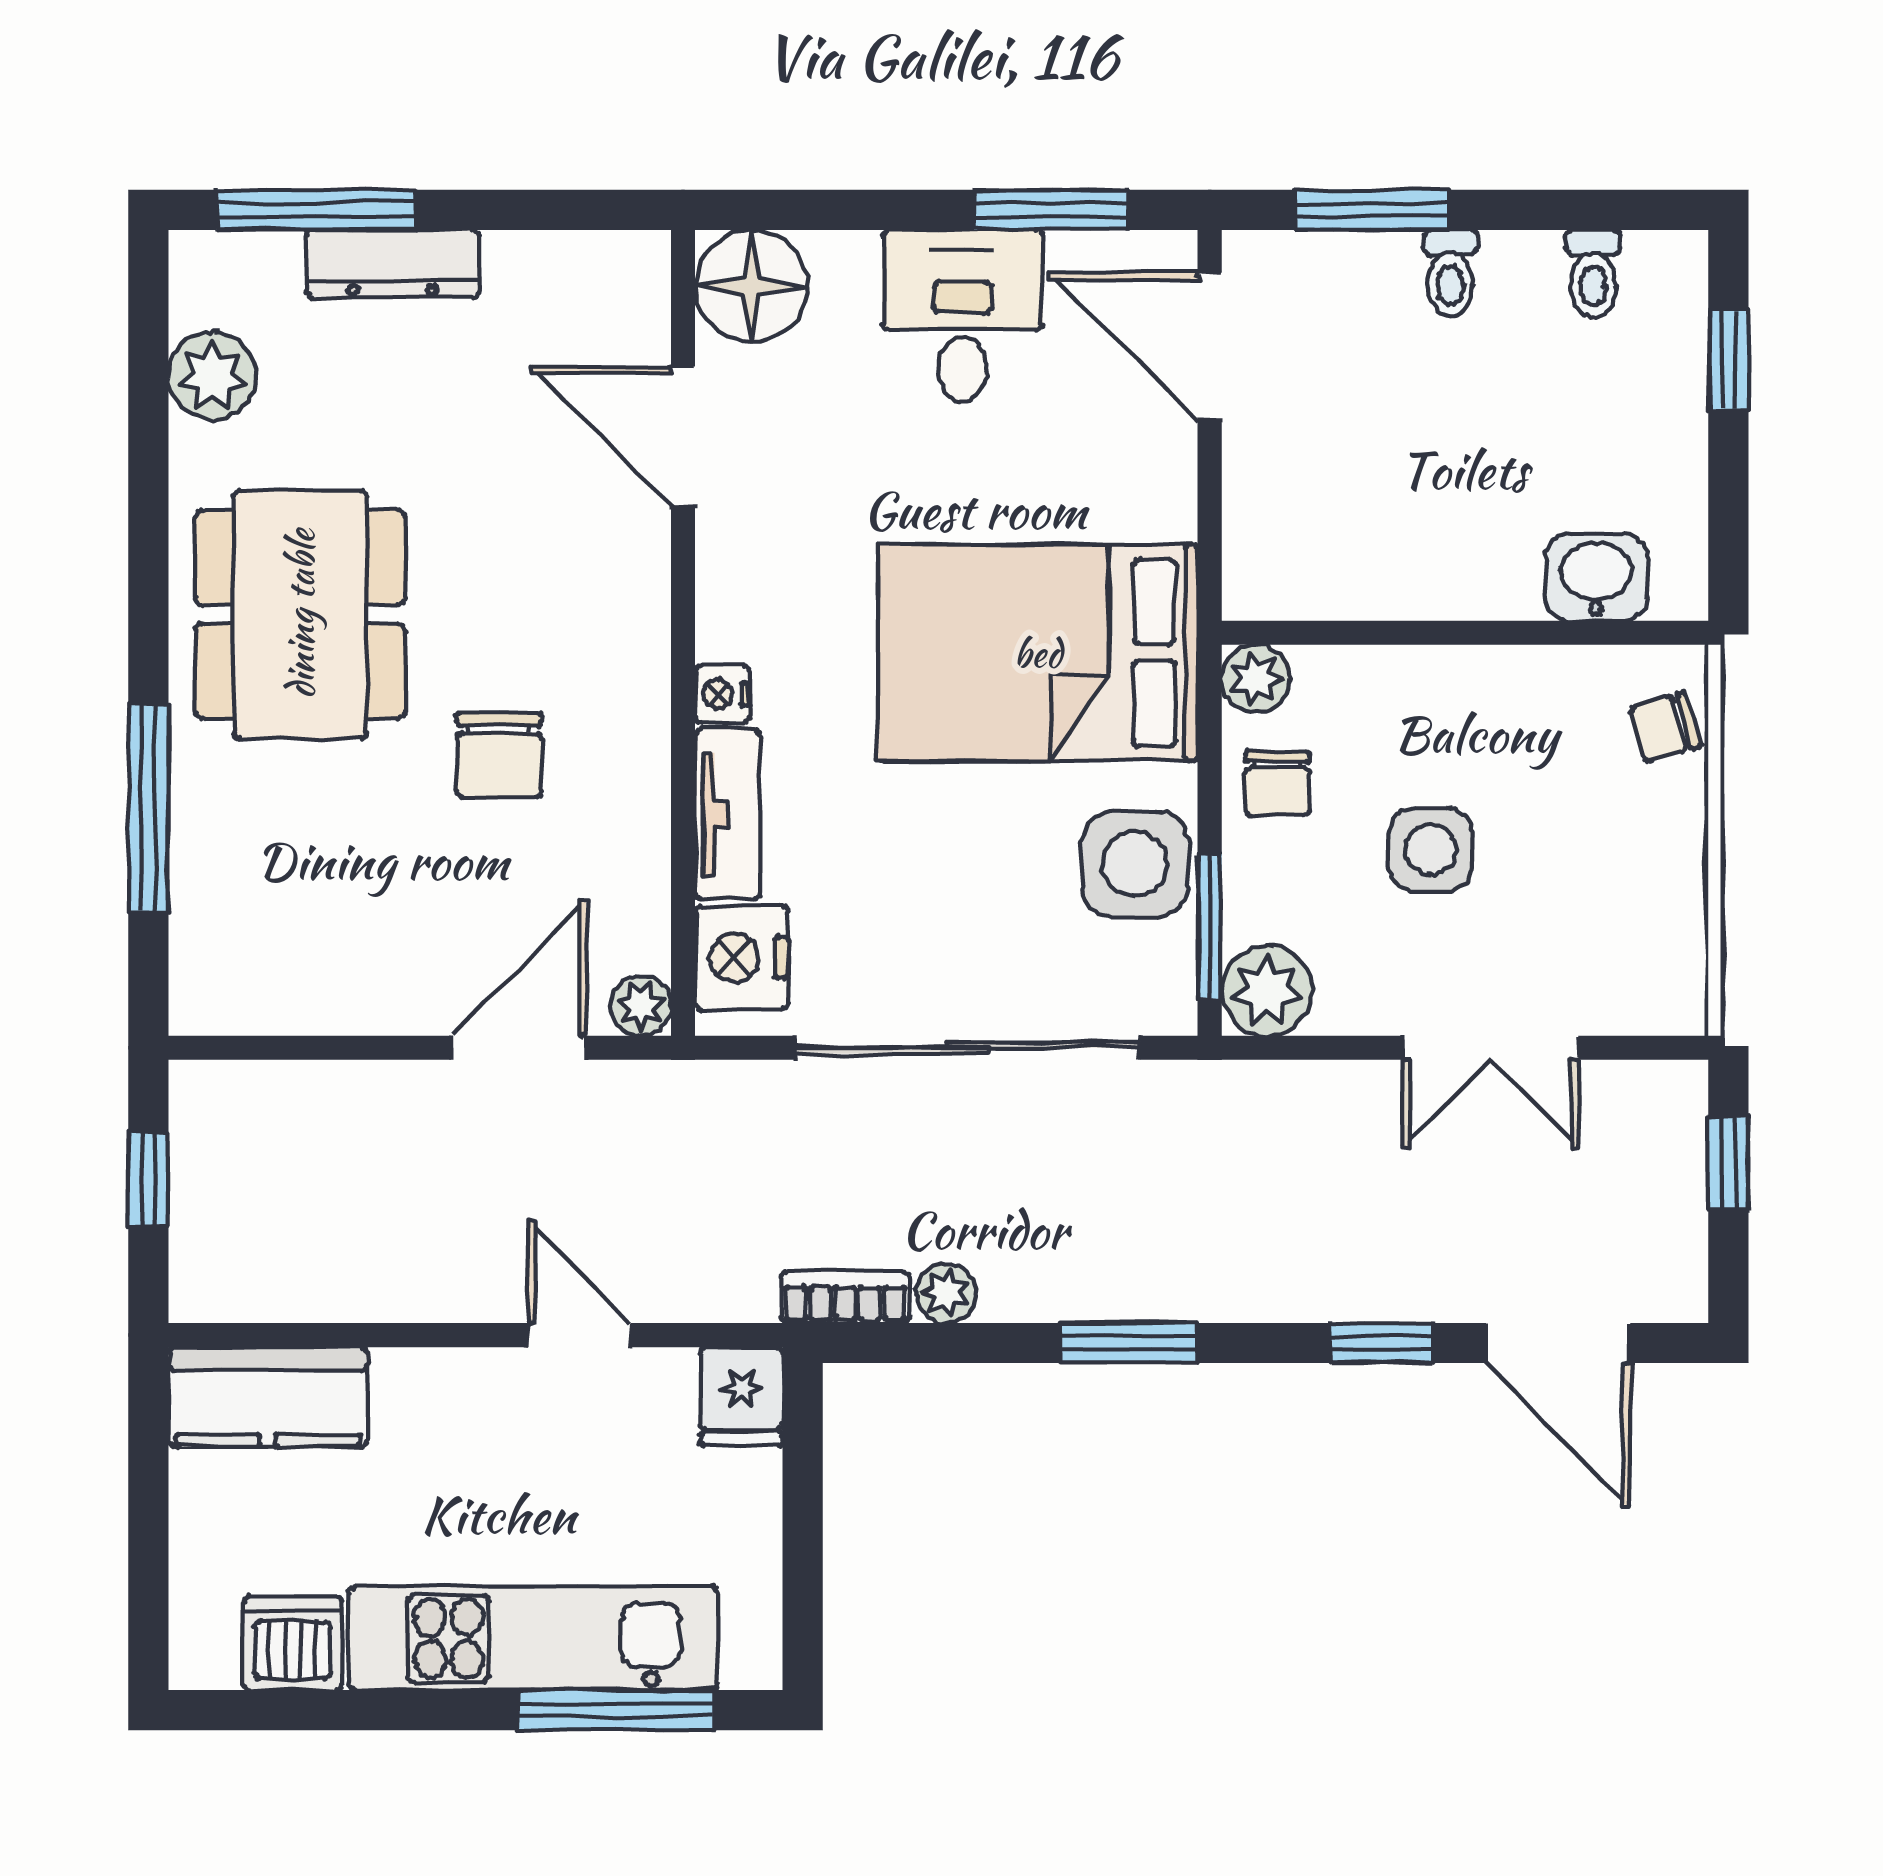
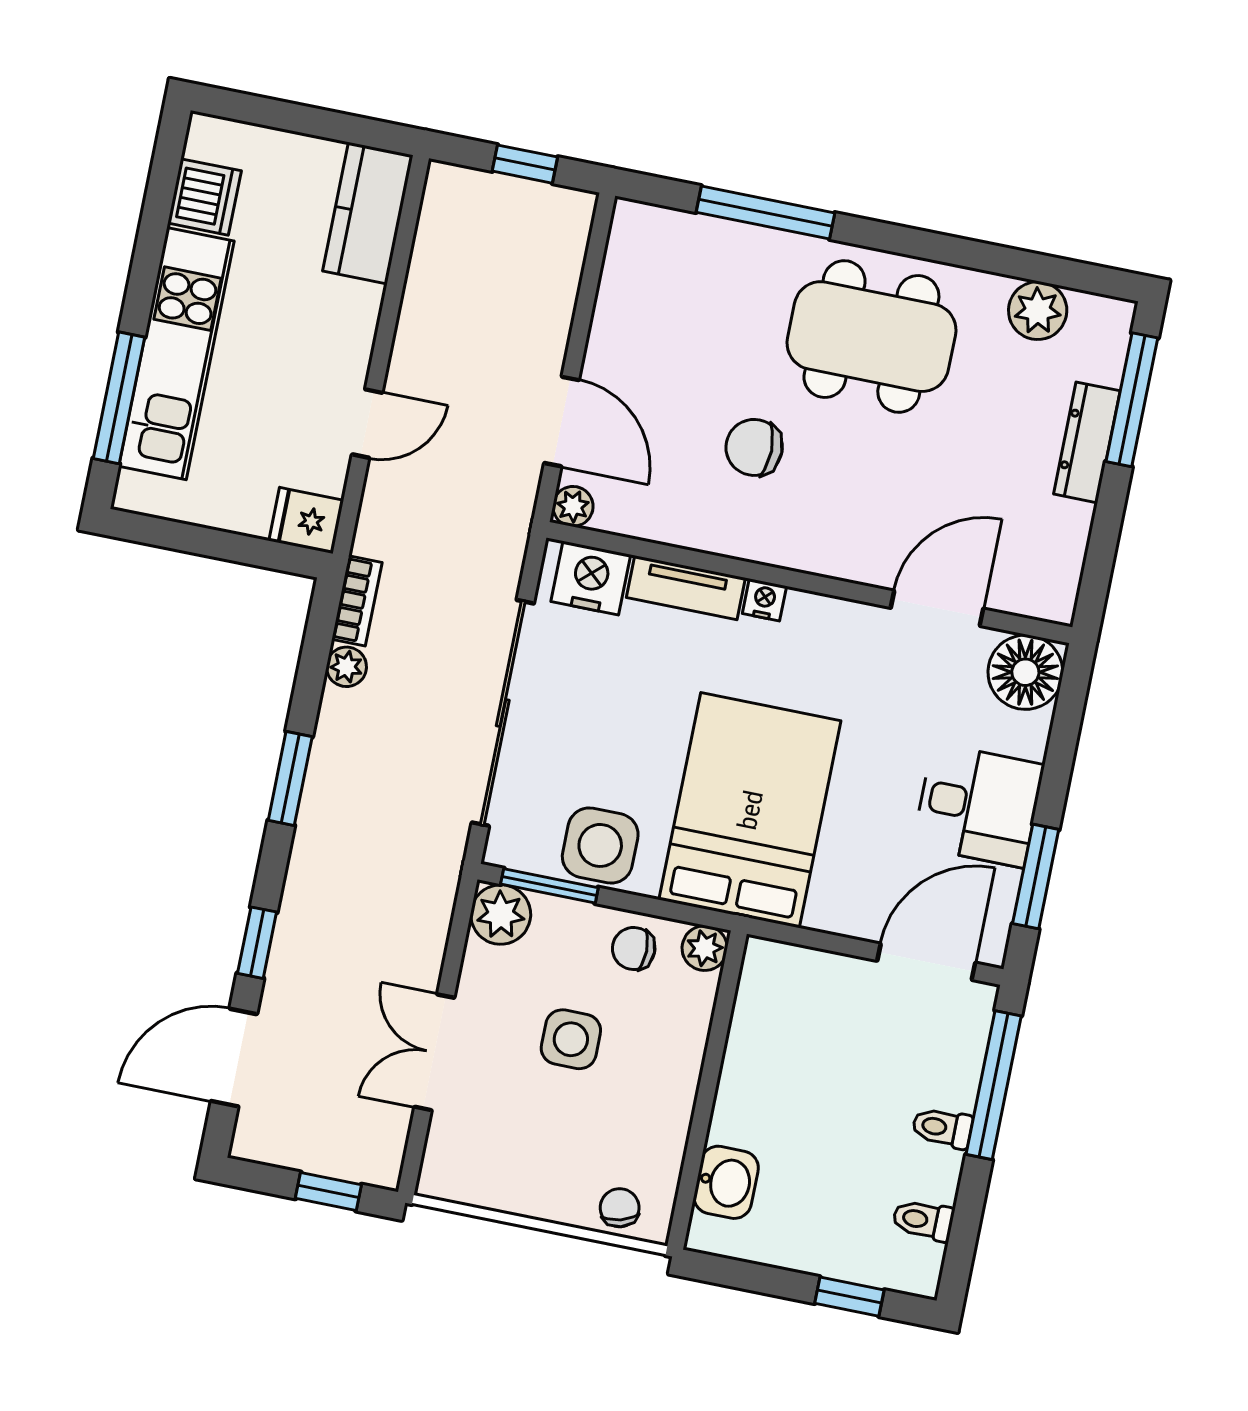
window: (1372, 210) -> (994, 1085), width x1.44

